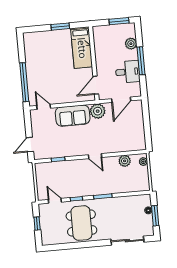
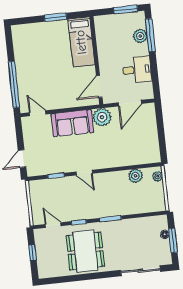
window: (141, 61) -> (150, 35), moved
door: (95, 156) -> (84, 173), moved

